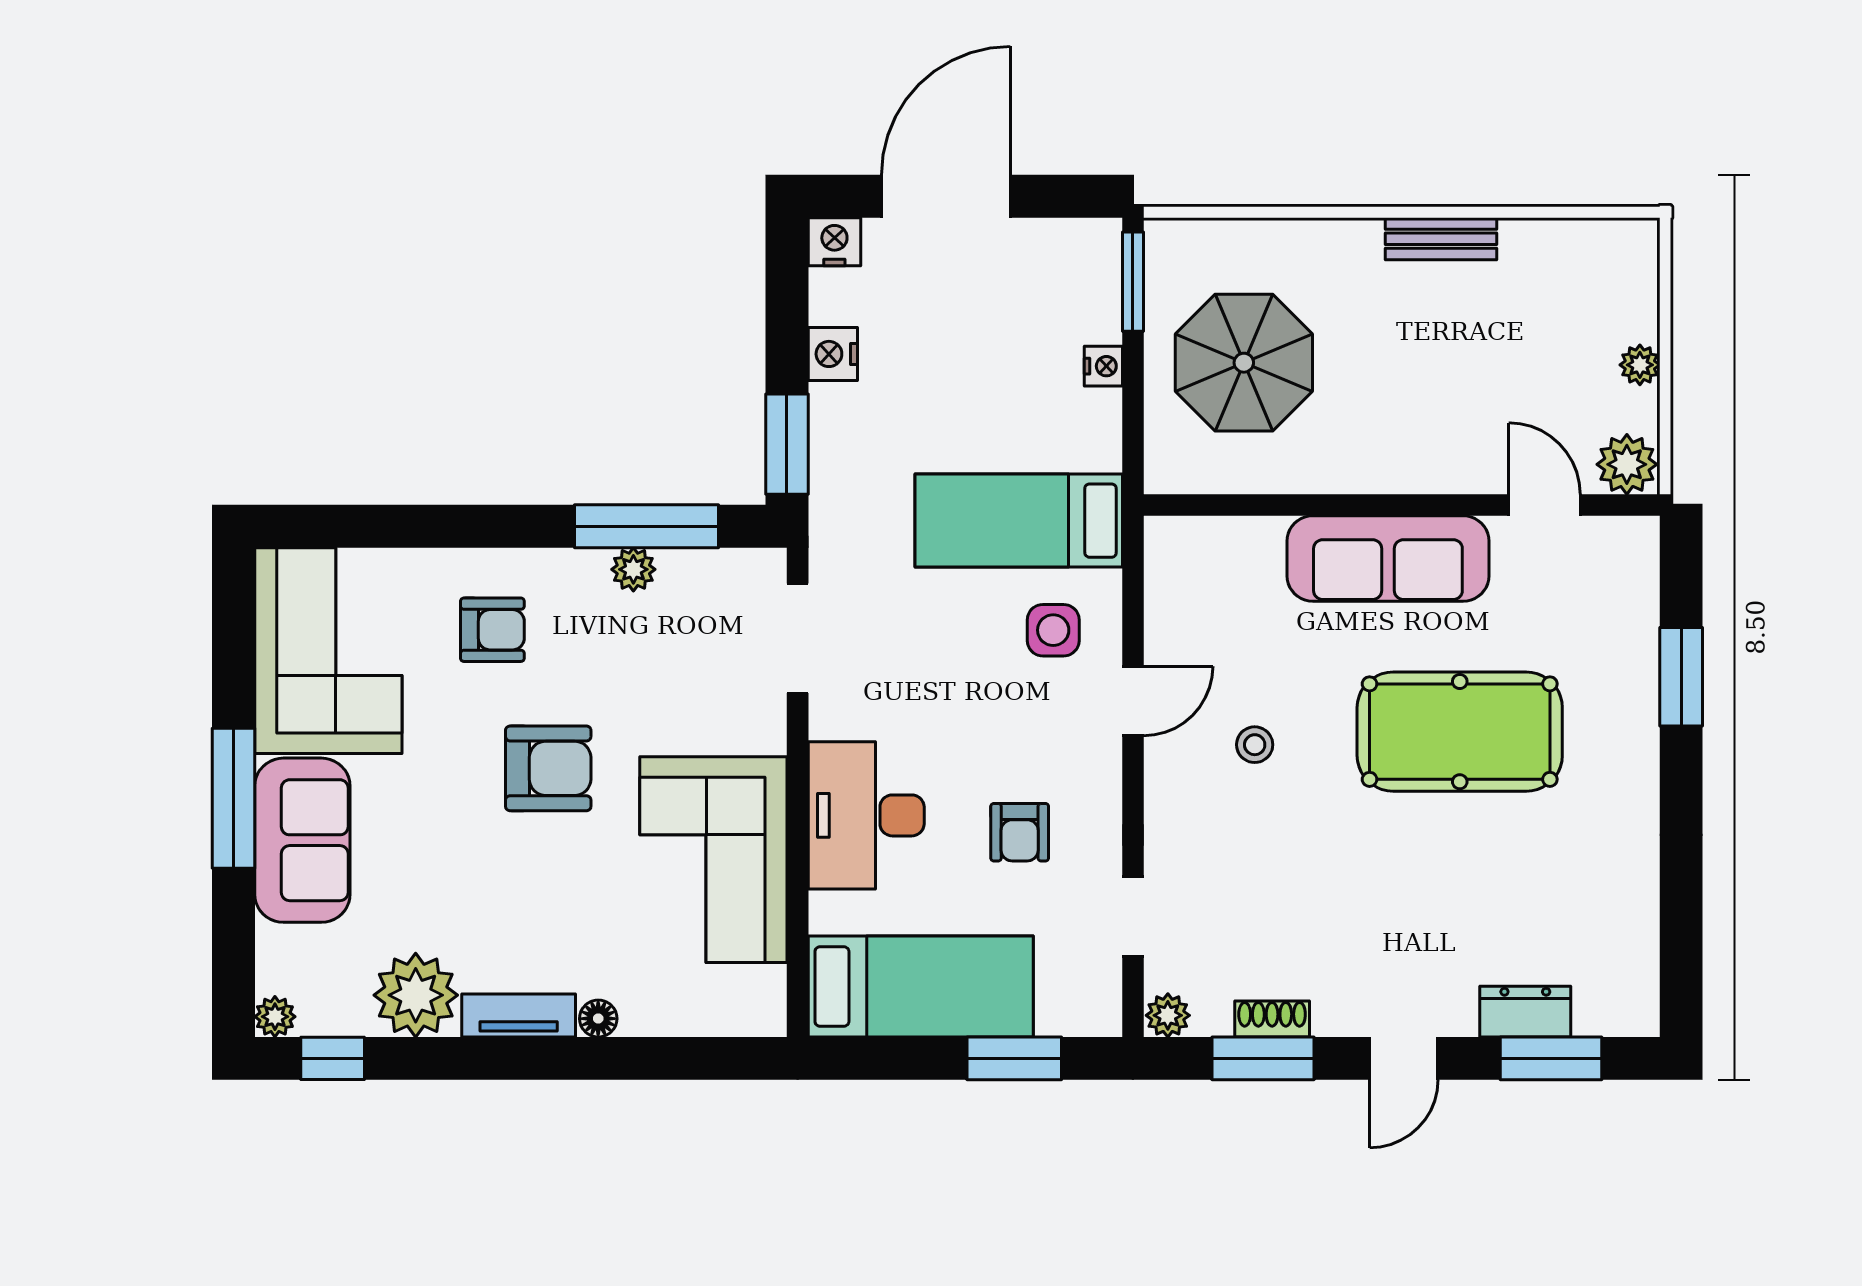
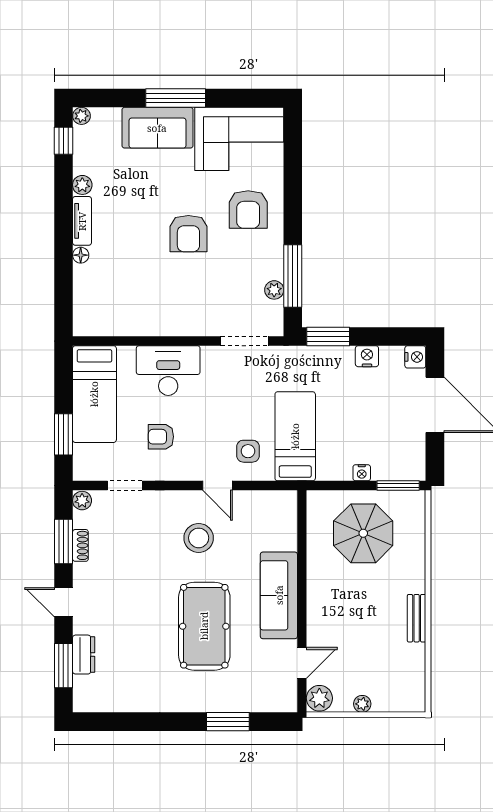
plant: (633, 569) -> (274, 290), moved
armchair: (492, 630) -> (248, 210), width x1.38, depth x1.38
stool: (1255, 745) -> (199, 538), width x1.89, depth x1.89
corner sofa: (713, 860) -> (149, 305), removed
plant: (416, 995) -> (82, 185), width x0.53, depth x0.53

